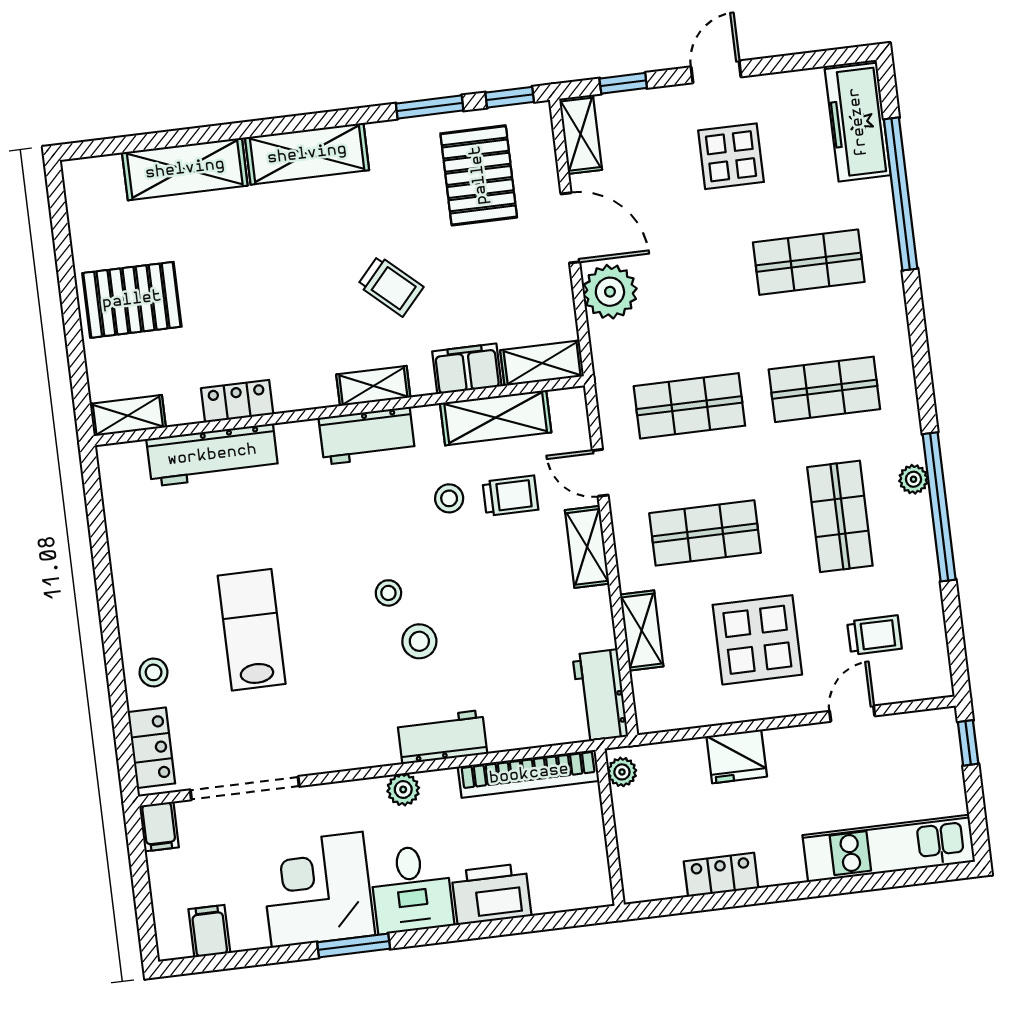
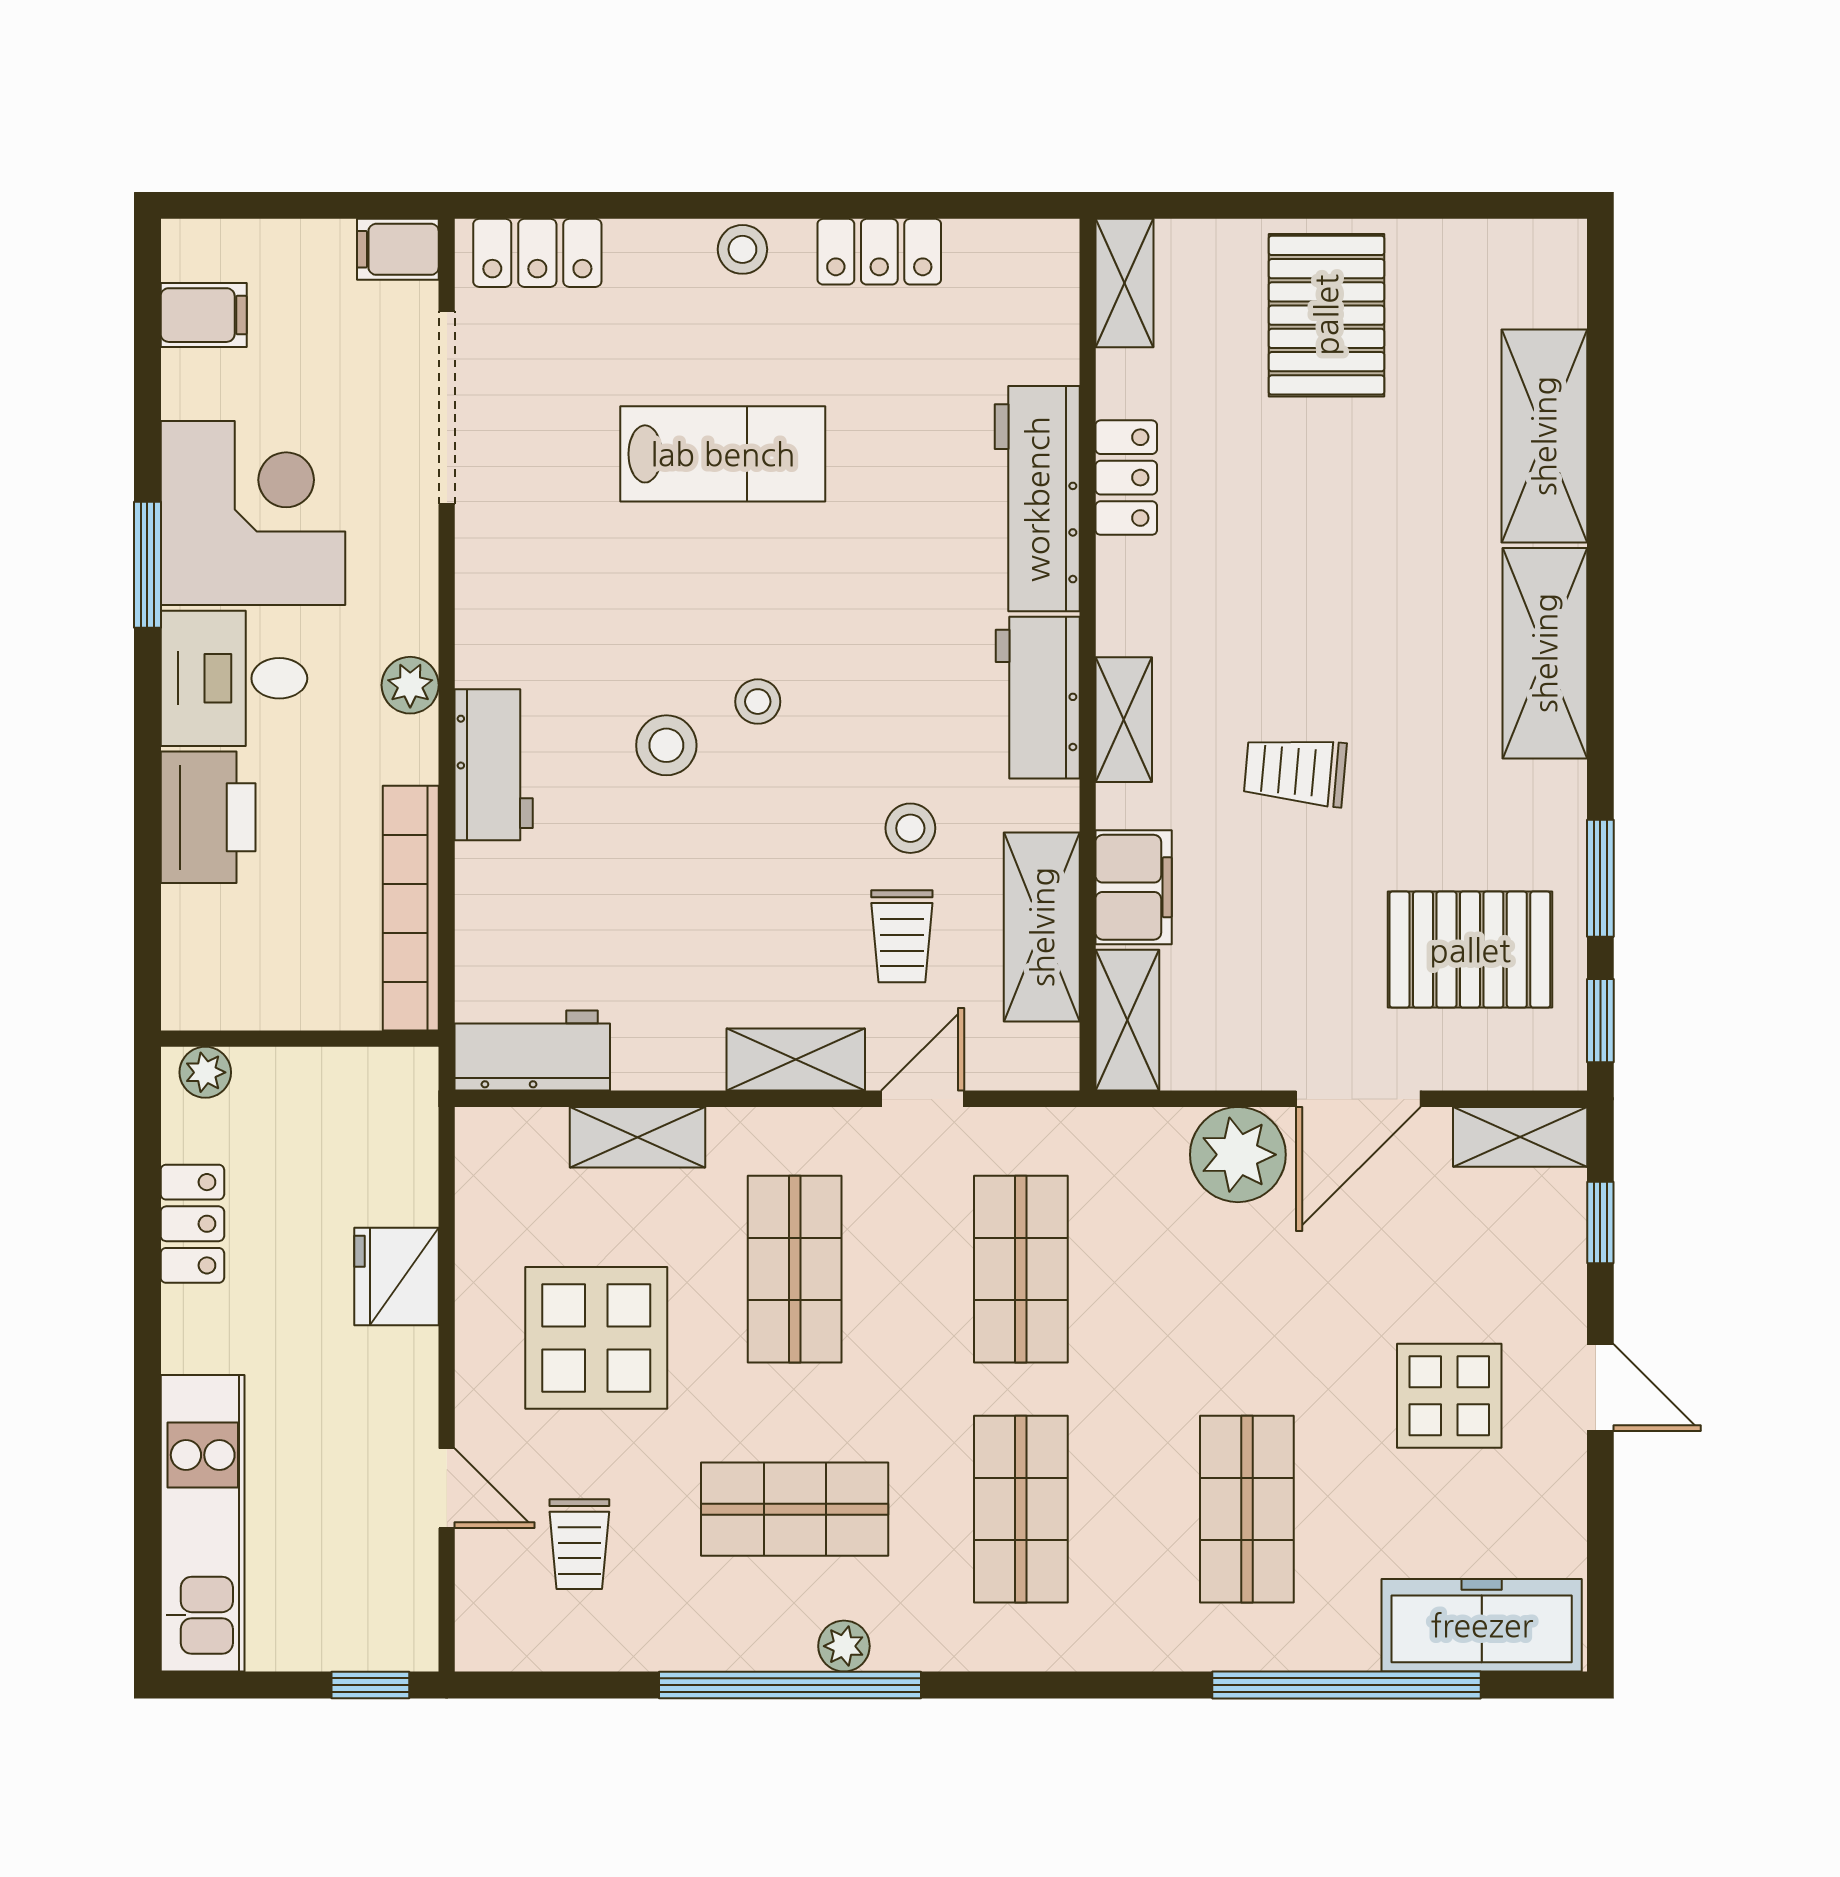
trolley: (390, 286) -> (1295, 771), turned 53
workbench: (212, 455) -> (1037, 499), moved
locker: (127, 556) -> (879, 252), added
stool: (154, 672) -> (742, 249), moved
plant: (622, 772) -> (205, 1072), moved

